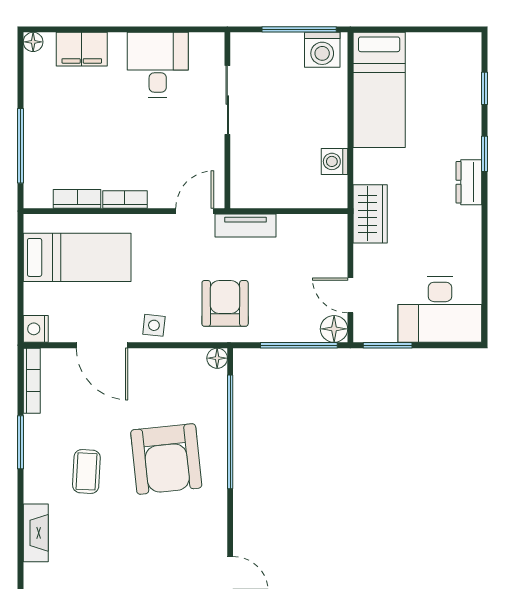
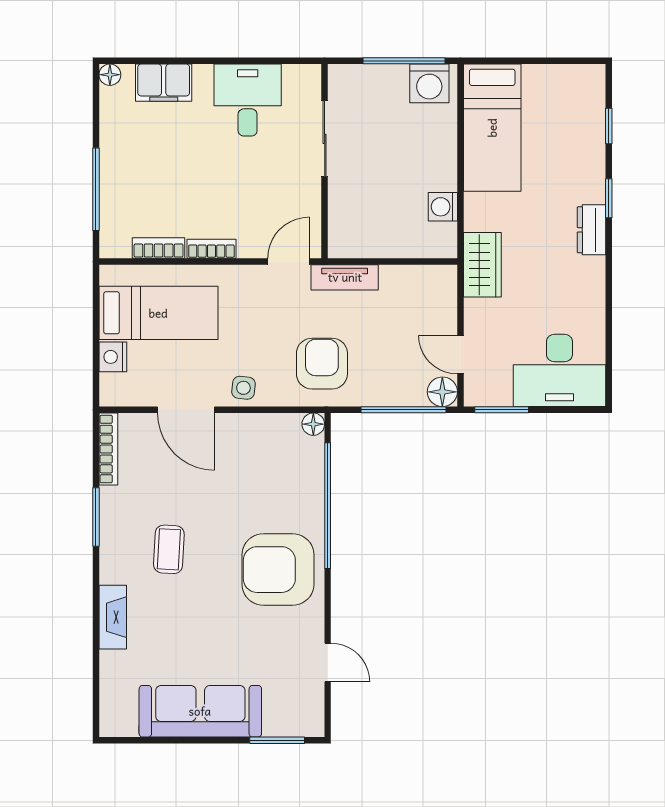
nightstand: (36, 329) -> (113, 357), moved
armchair: (166, 459) -> (278, 570), moved, turned 96

